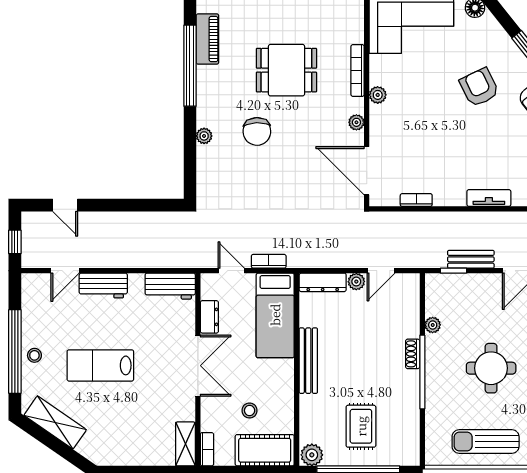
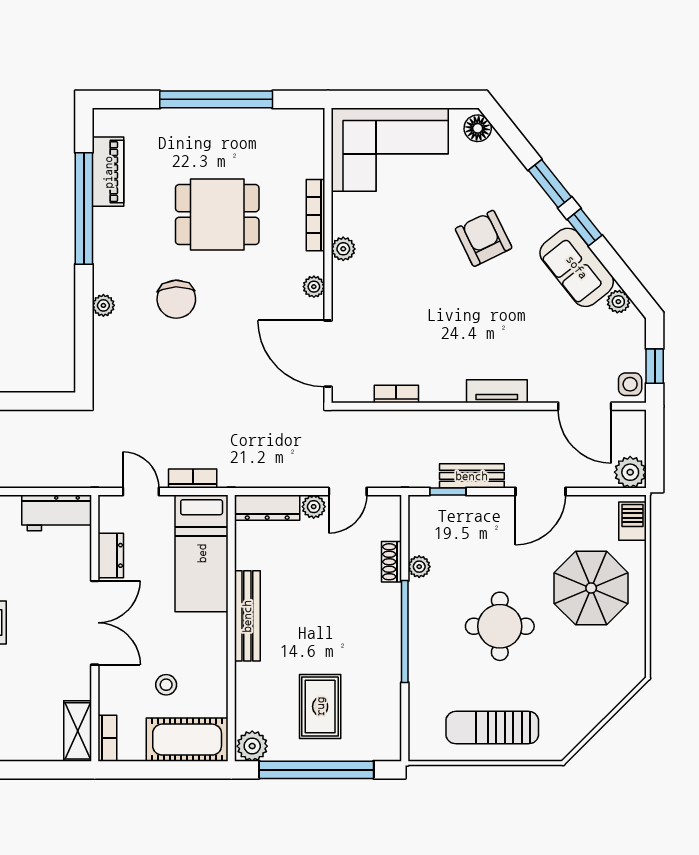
shoe rack: (413, 354) -> (392, 562), moved

